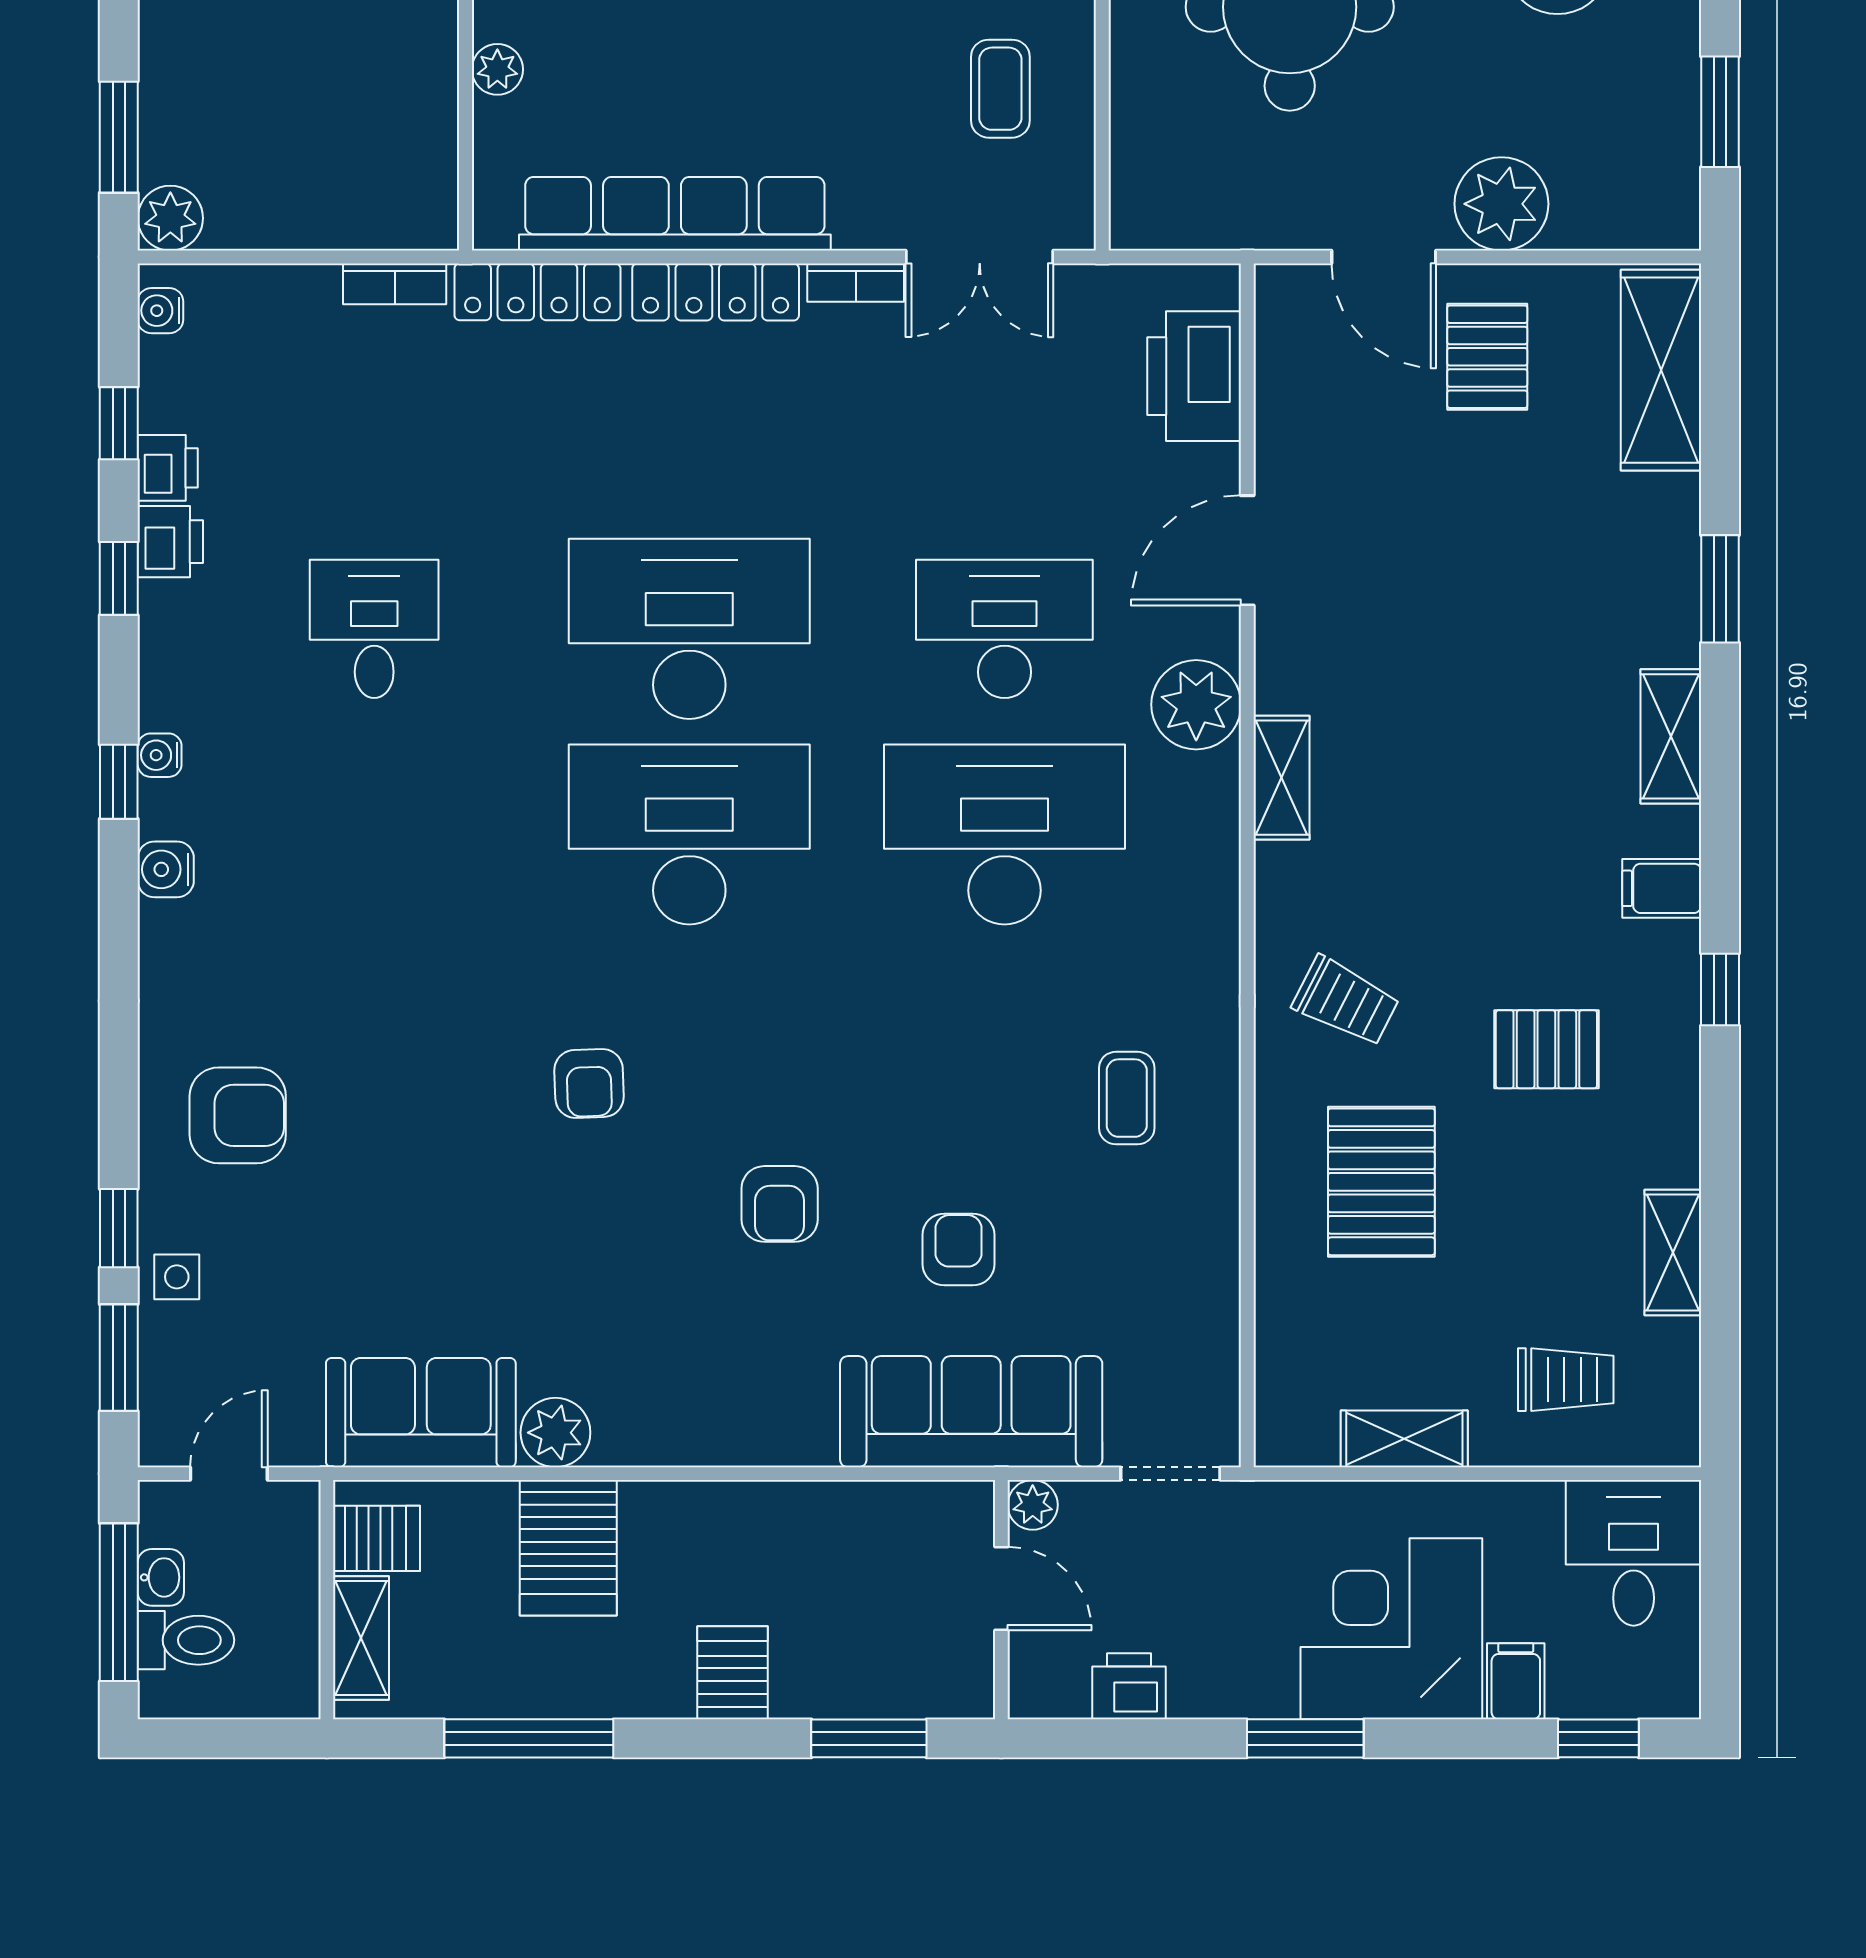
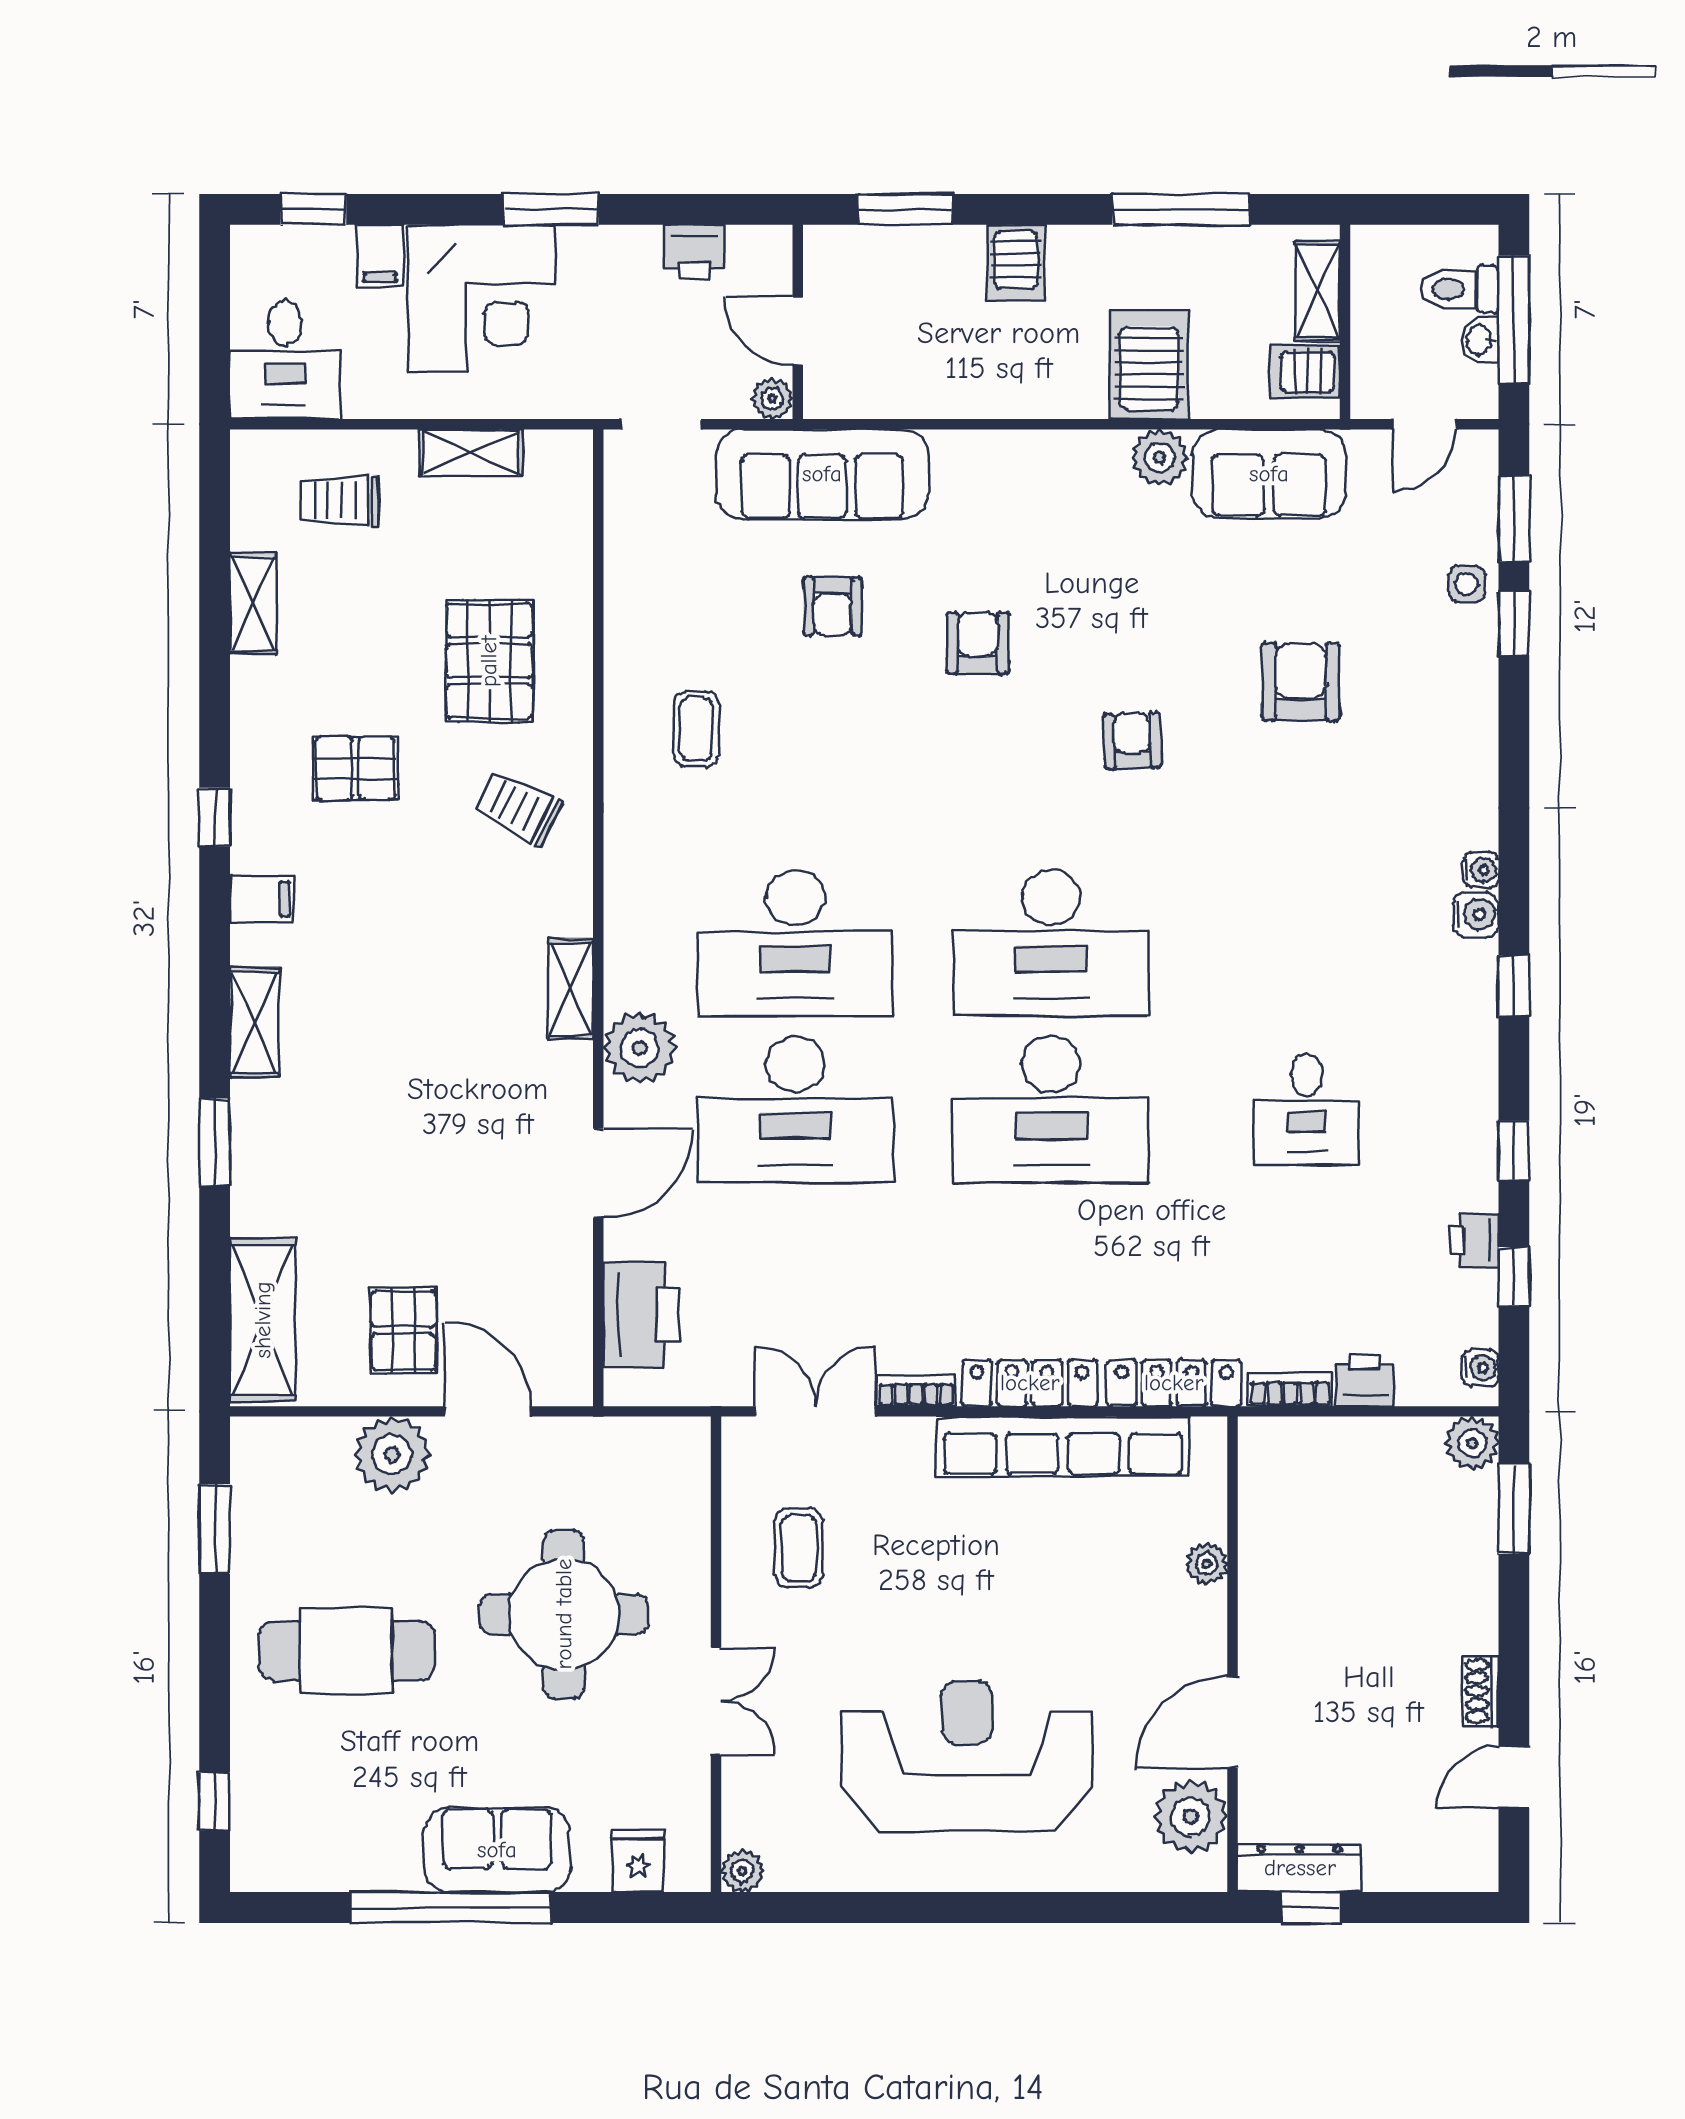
printer: (170, 542) -> (1365, 1380), moved, turned 90
desk: (1004, 629) -> (795, 1110), width x1.36, depth x1.30
water cooler: (160, 755) -> (1481, 870), moved
armchair: (238, 1115) -> (1301, 682), moved, turned 90

